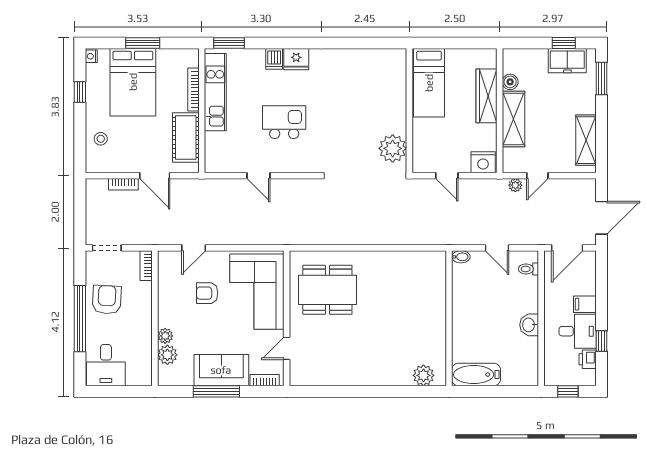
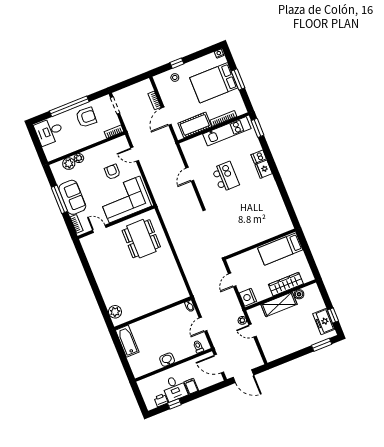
window: (80, 92) -> (177, 63), moved
shelving: (586, 140) -> (284, 350), removed
plant: (393, 148) -> (235, 243), removed
window: (568, 391) -> (139, 396), removed

